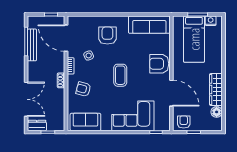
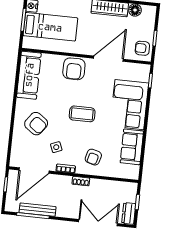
armchair: (107, 36) -> (36, 124), turned -145
sofa: (85, 122) -> (132, 147), moved

